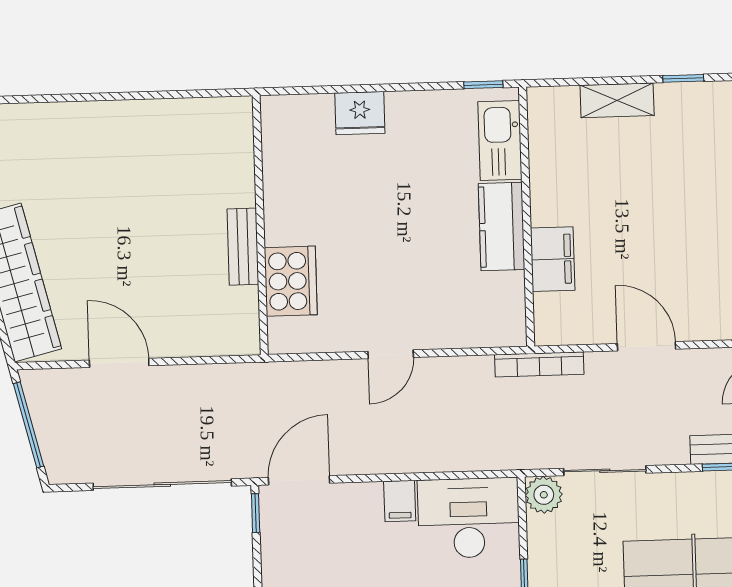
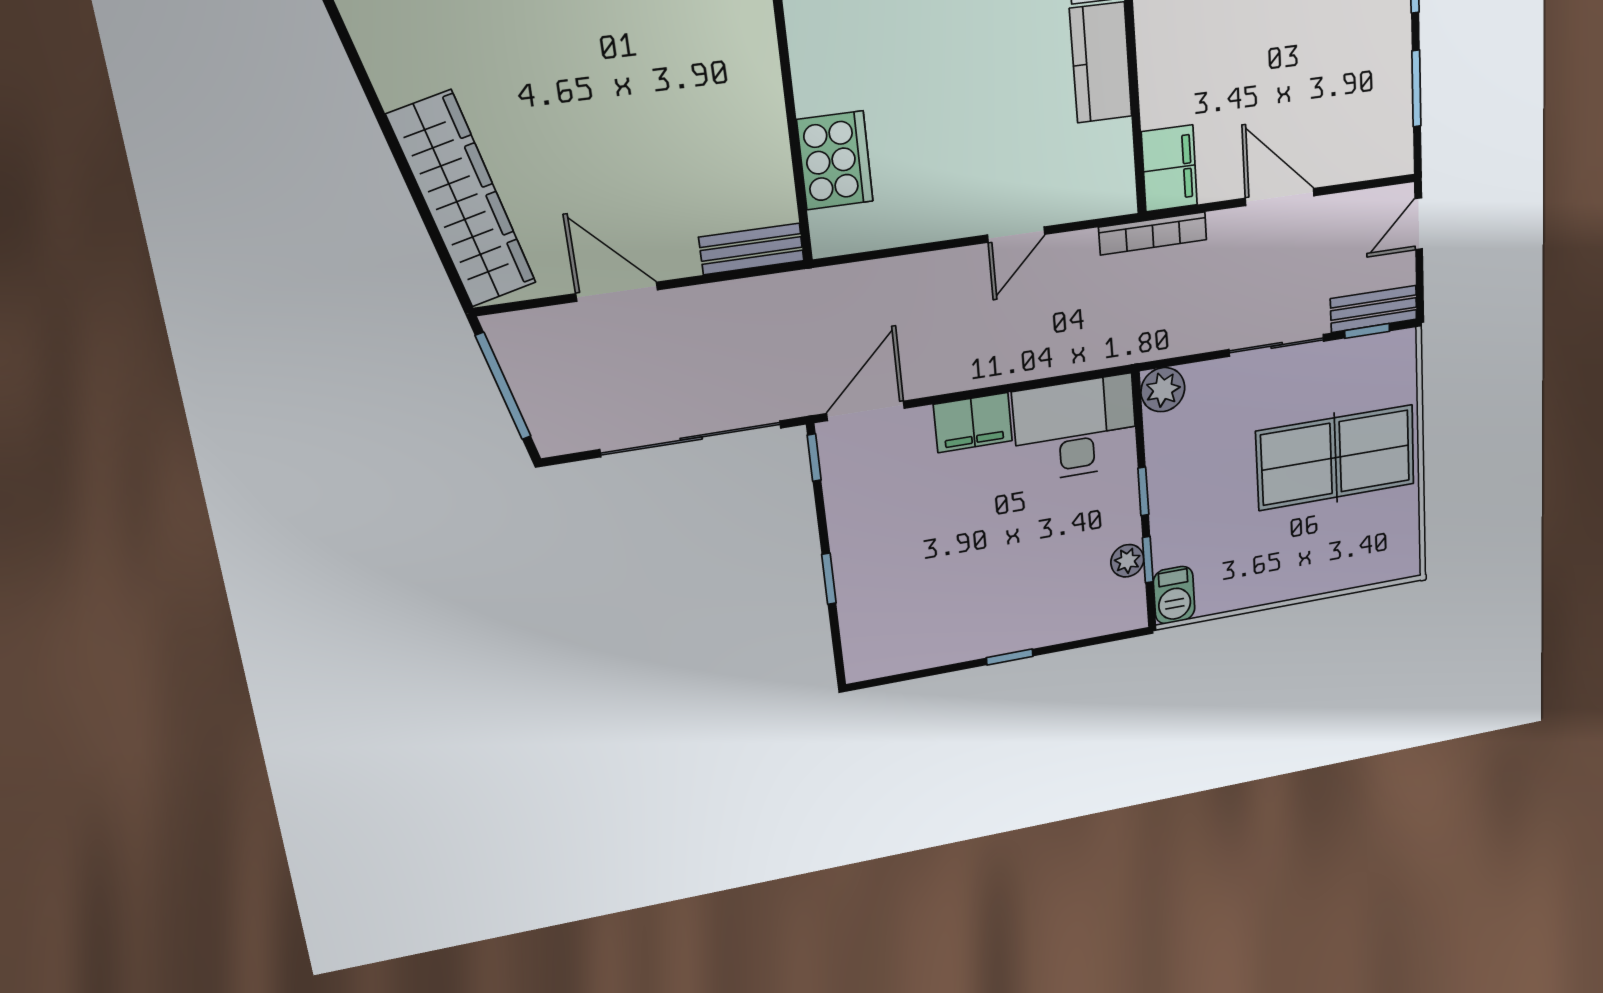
bench: (243, 247) -> (752, 249), moved, turned 90
filing cabinet: (553, 259) -> (1169, 168), moved
door: (391, 354) -> (1016, 235), moved
sliding door: (605, 471) -> (1277, 345), moved
filing cabinet: (400, 501) -> (973, 423), width x2.00

